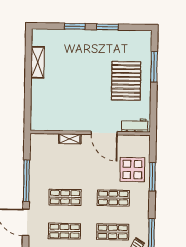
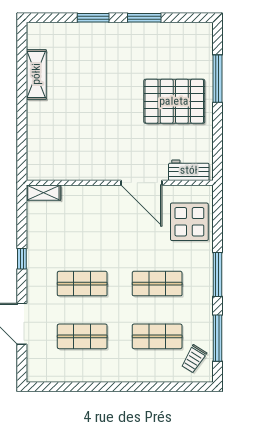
pallet: (126, 81) -> (174, 101), turned 90
shelving: (70, 139) -> (43, 193), moved
display table: (132, 170) -> (189, 222), moved
window: (152, 177) -> (217, 274), moved
window: (26, 181) -> (22, 259), width x0.32

